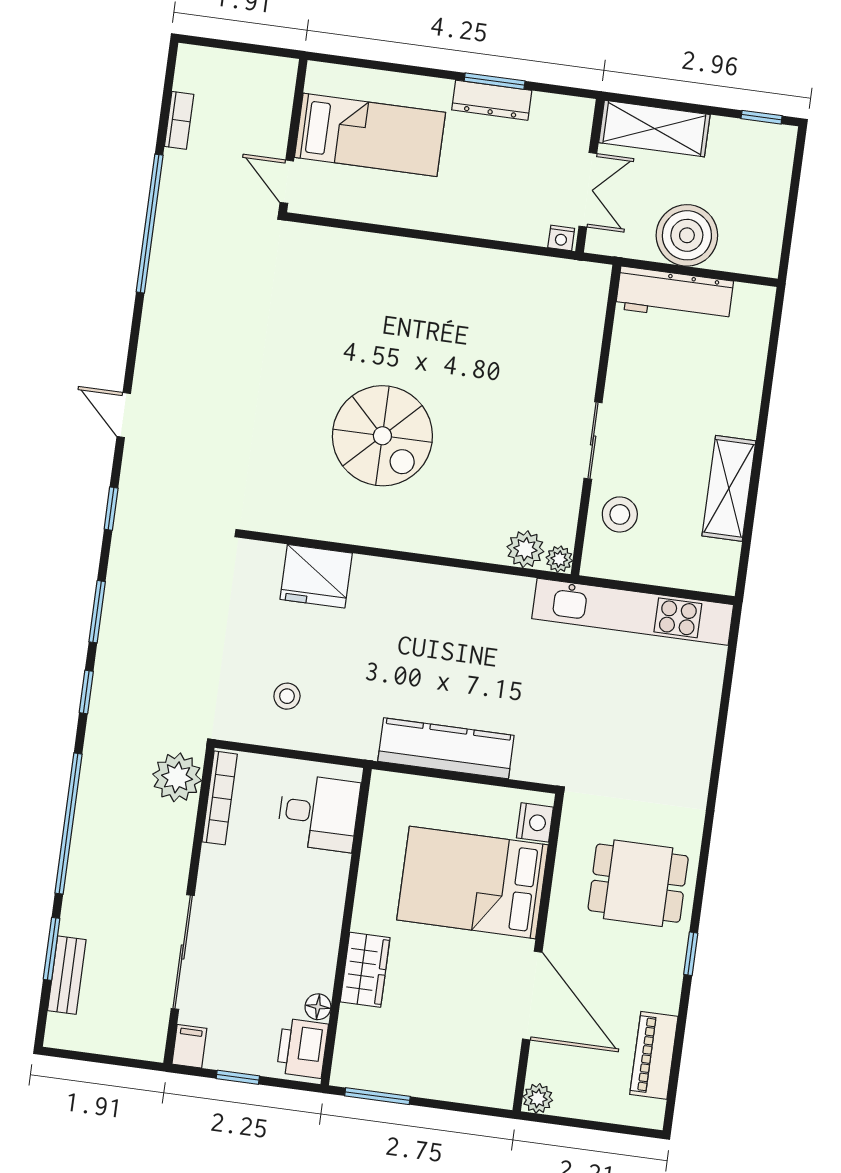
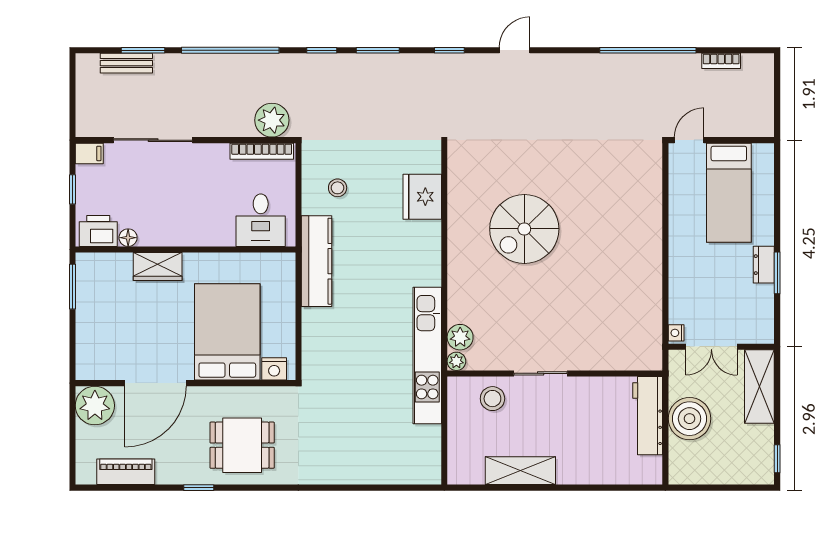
dresser: (492, 100) -> (764, 265), width x0.70
kitchen unit: (633, 612) -> (427, 356), moved
kitchen counter: (446, 748) -> (317, 261), moved
dining table: (638, 883) -> (242, 445), turned 90
plant: (538, 1098) -> (95, 406), width x1.88, depth x1.88

